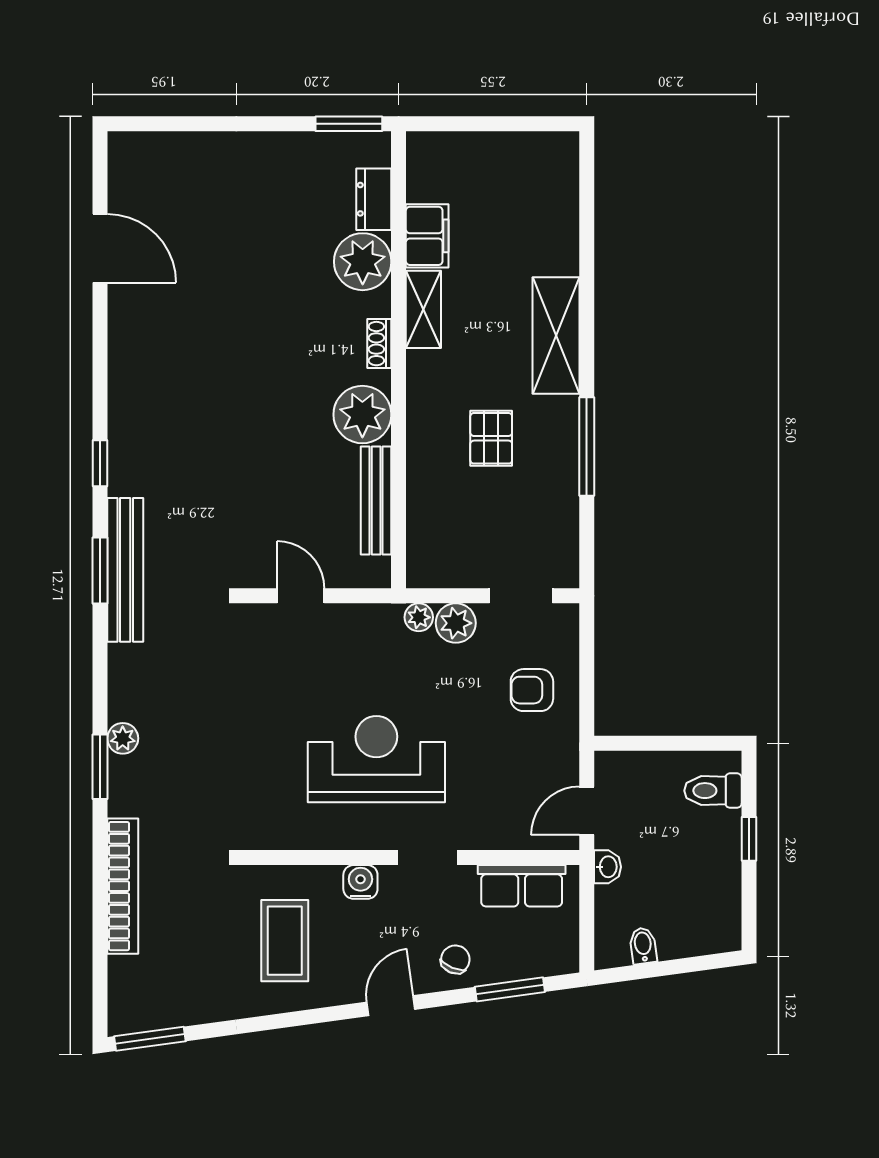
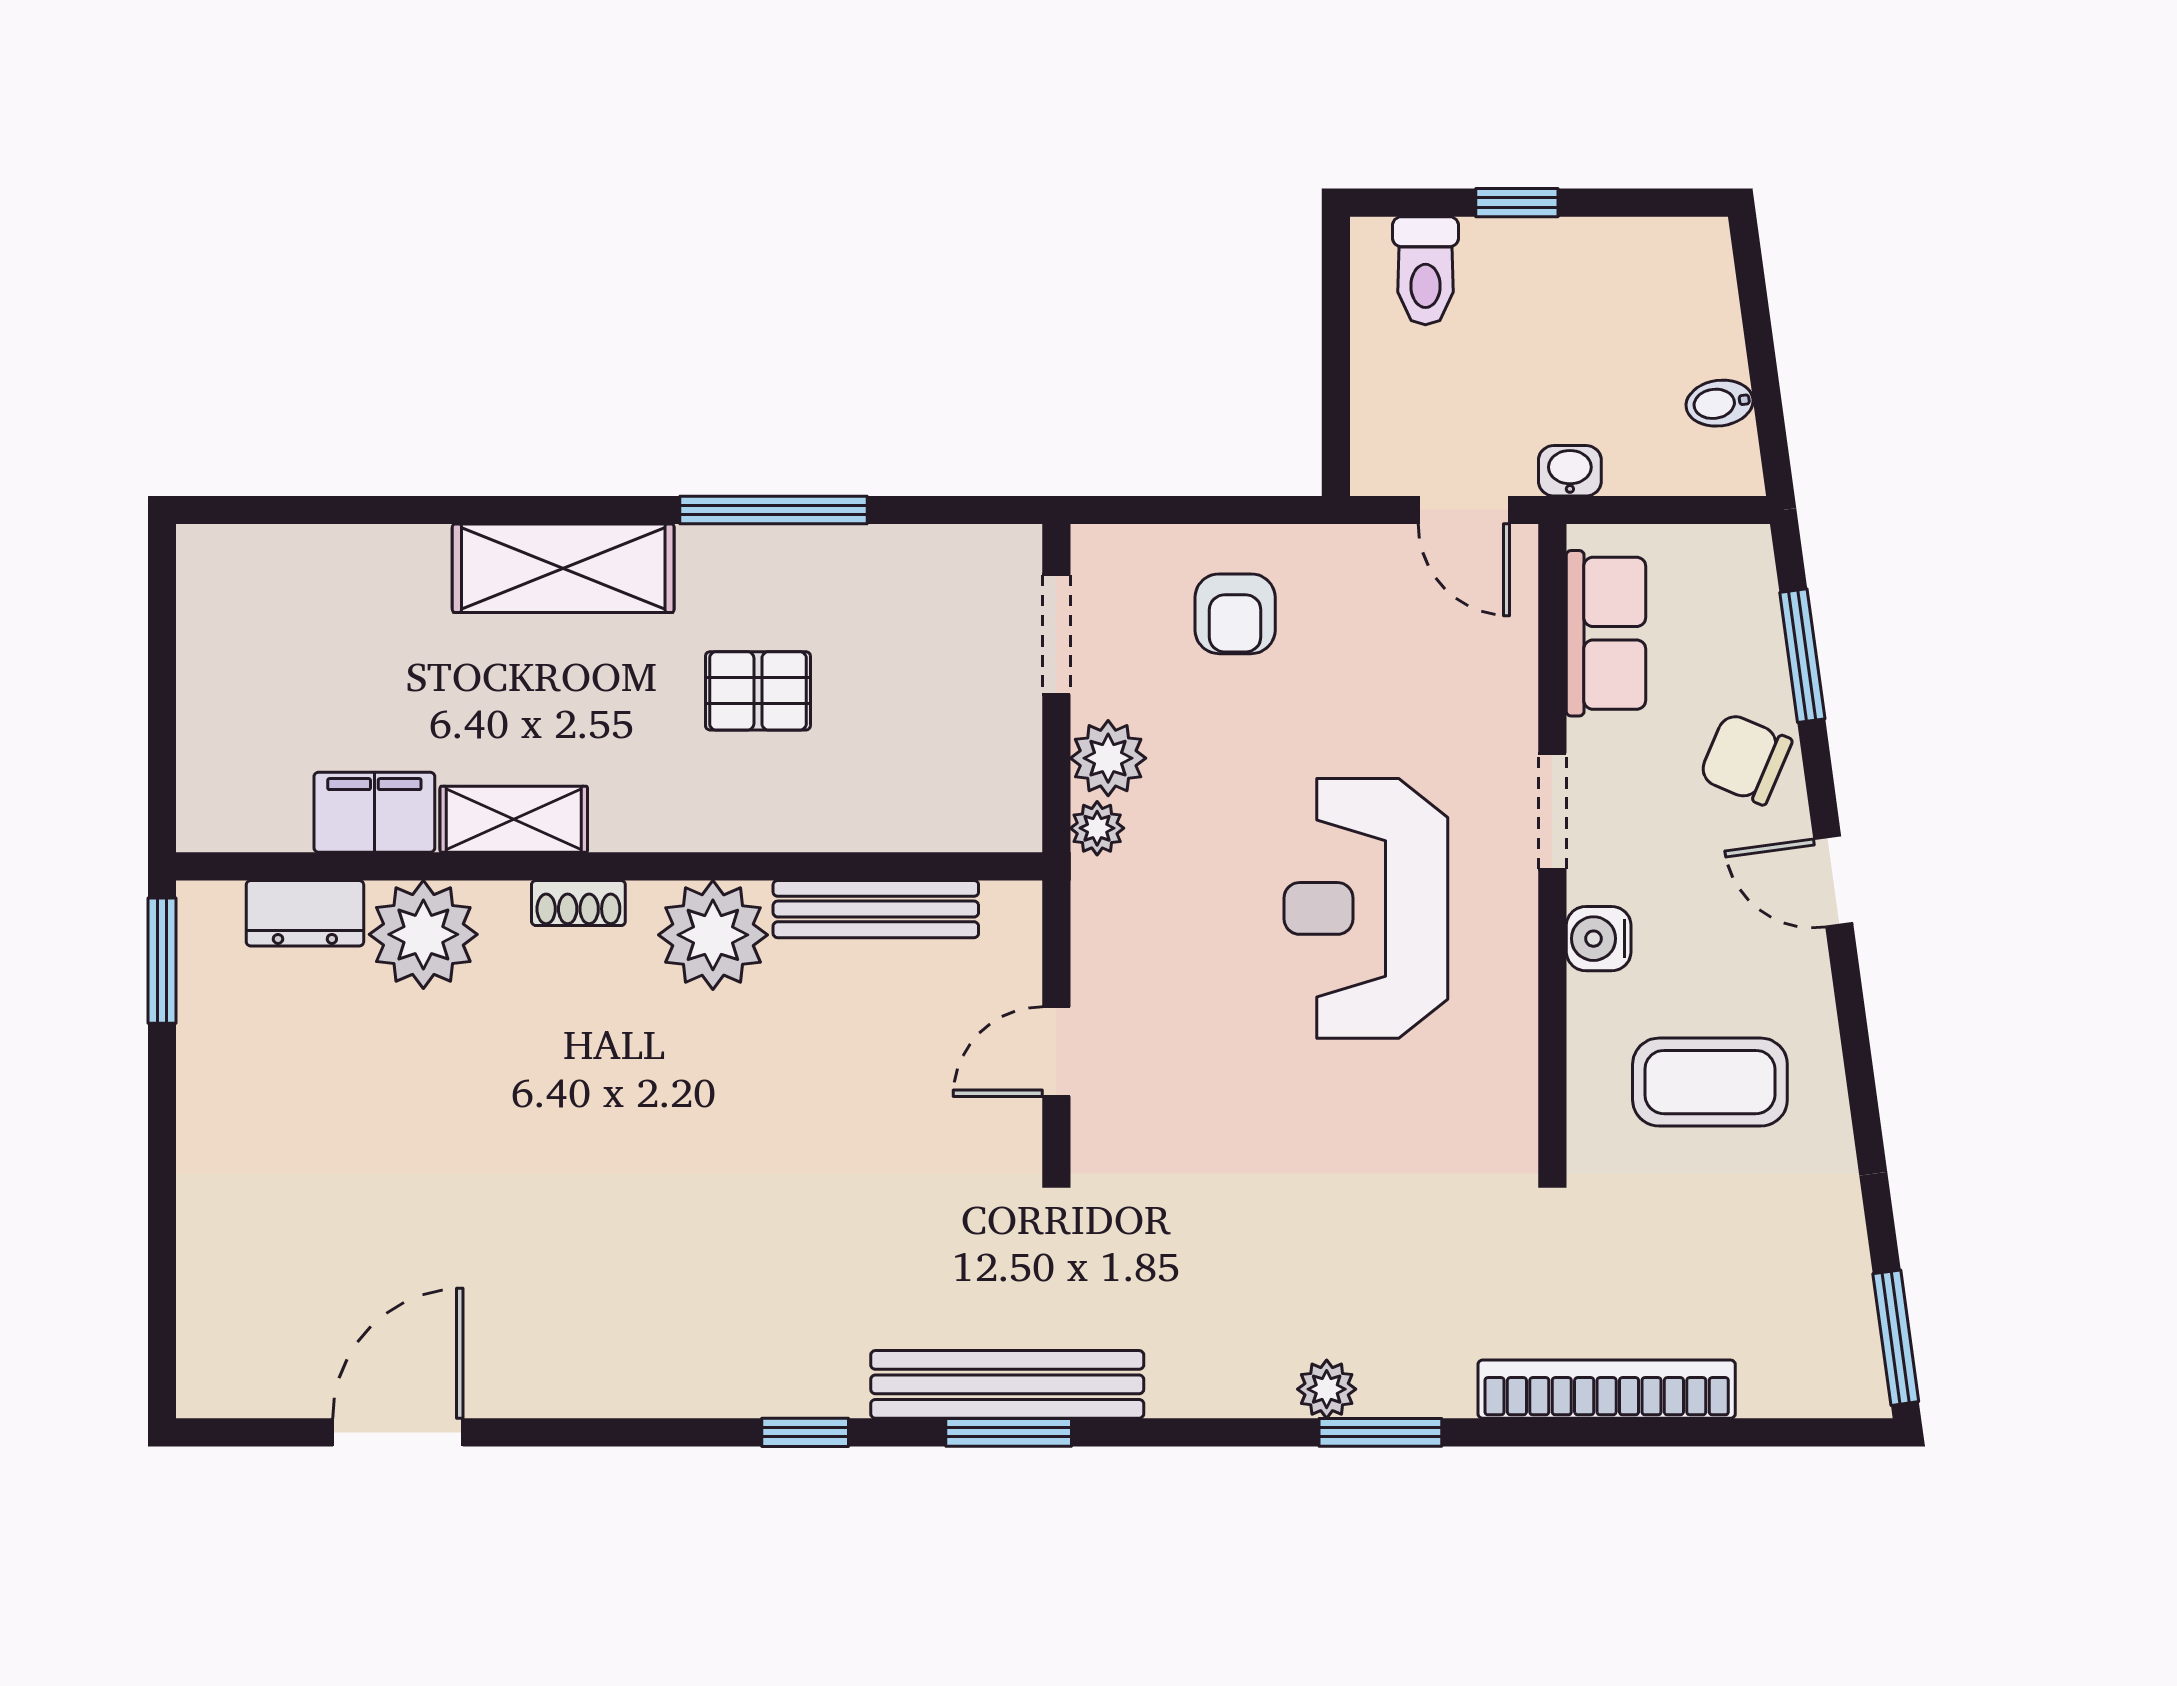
chair: (455, 959) -> (1745, 759), width x1.37, depth x1.37

